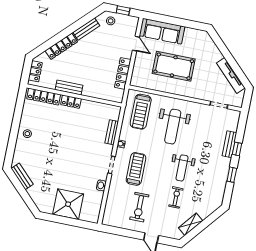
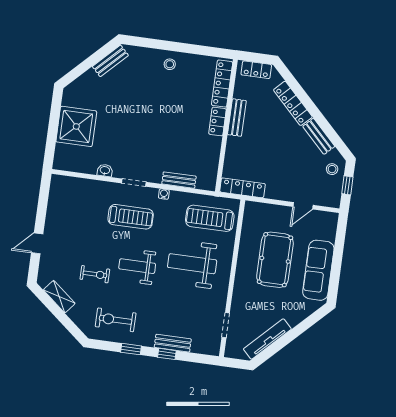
sofa: (162, 31) -> (318, 270), moved
locker: (123, 73) -> (243, 188), moved
weight bench: (182, 168) -> (137, 266), moved
exercise bike: (139, 207) -> (116, 320), moved

